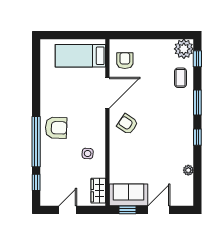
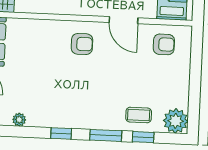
window: (197, 59) -> (143, 137), moved
door: (107, 93) -> (124, 20), width x0.73
armchair: (127, 124) -> (82, 44), turned 56

